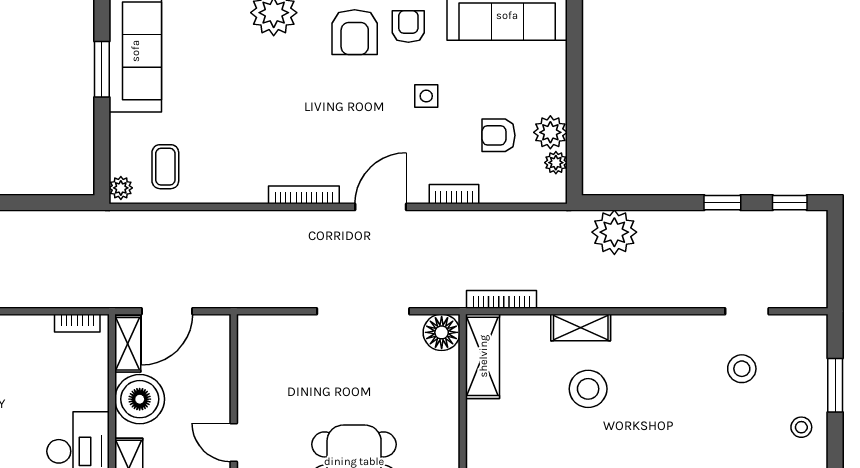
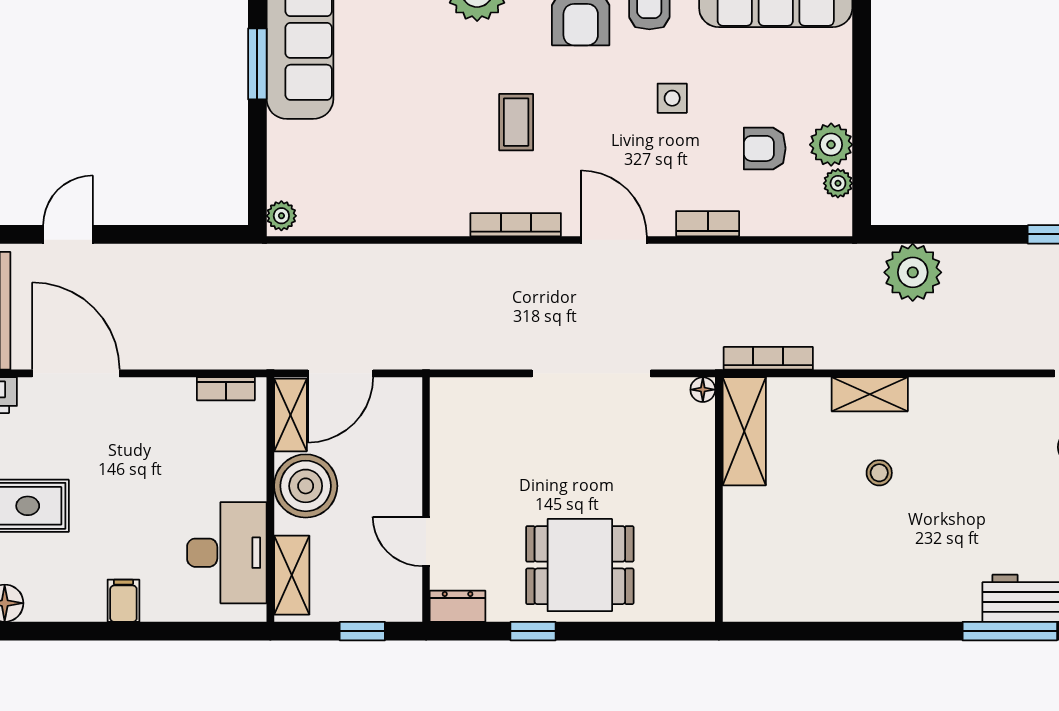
coffee table: (165, 167) -> (516, 122), moved
door: (381, 207) -> (614, 240), hinge flipped
floor lamp: (442, 332) -> (703, 390), width x0.53, depth x0.53
stool: (588, 389) -> (879, 473), width x0.53, depth x0.53

